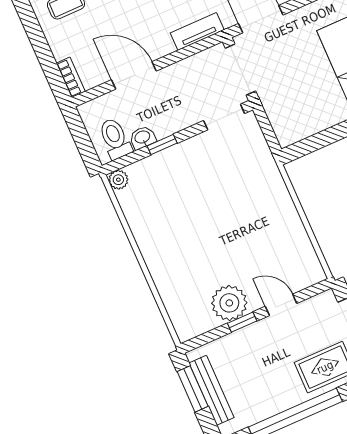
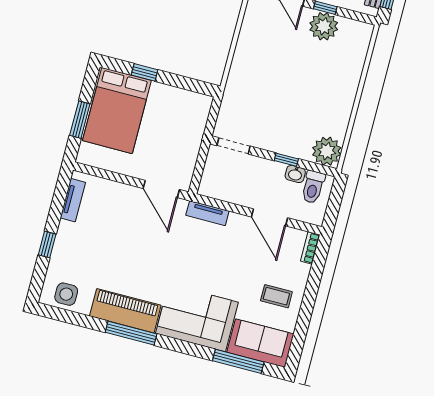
doorway: (240, 70) -> (199, 167), removed
plant: (118, 180) -> (327, 151), width x1.87, depth x1.87

